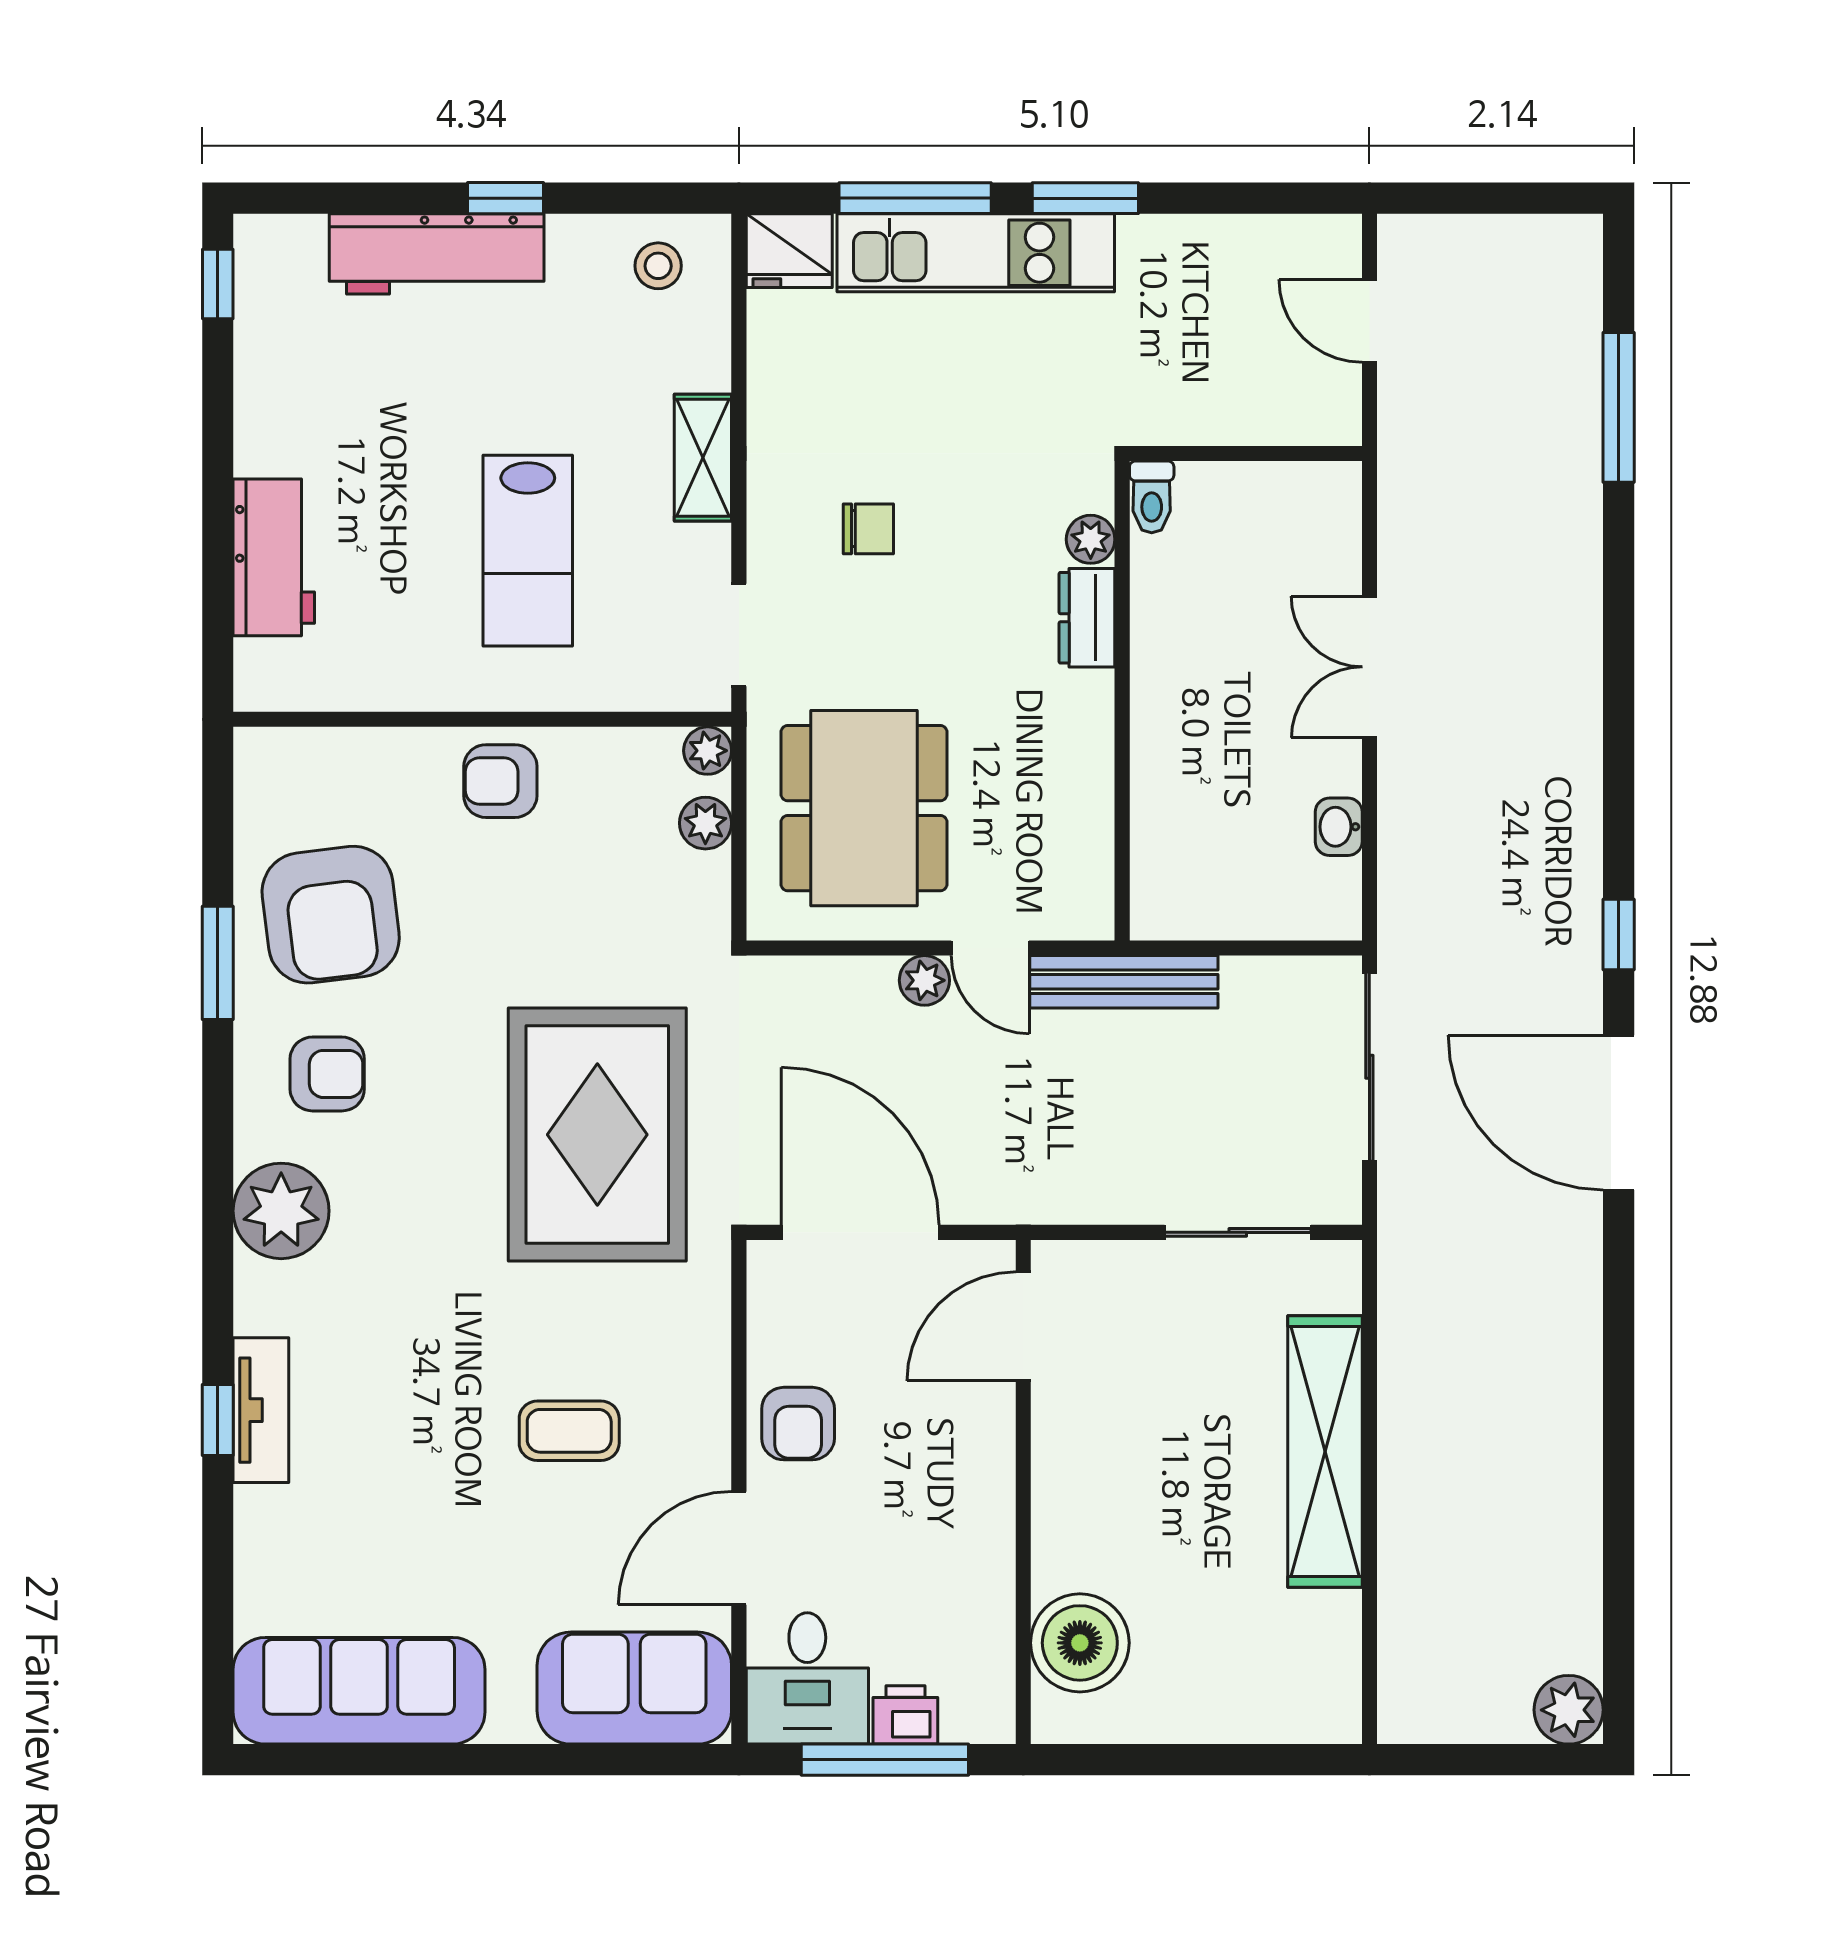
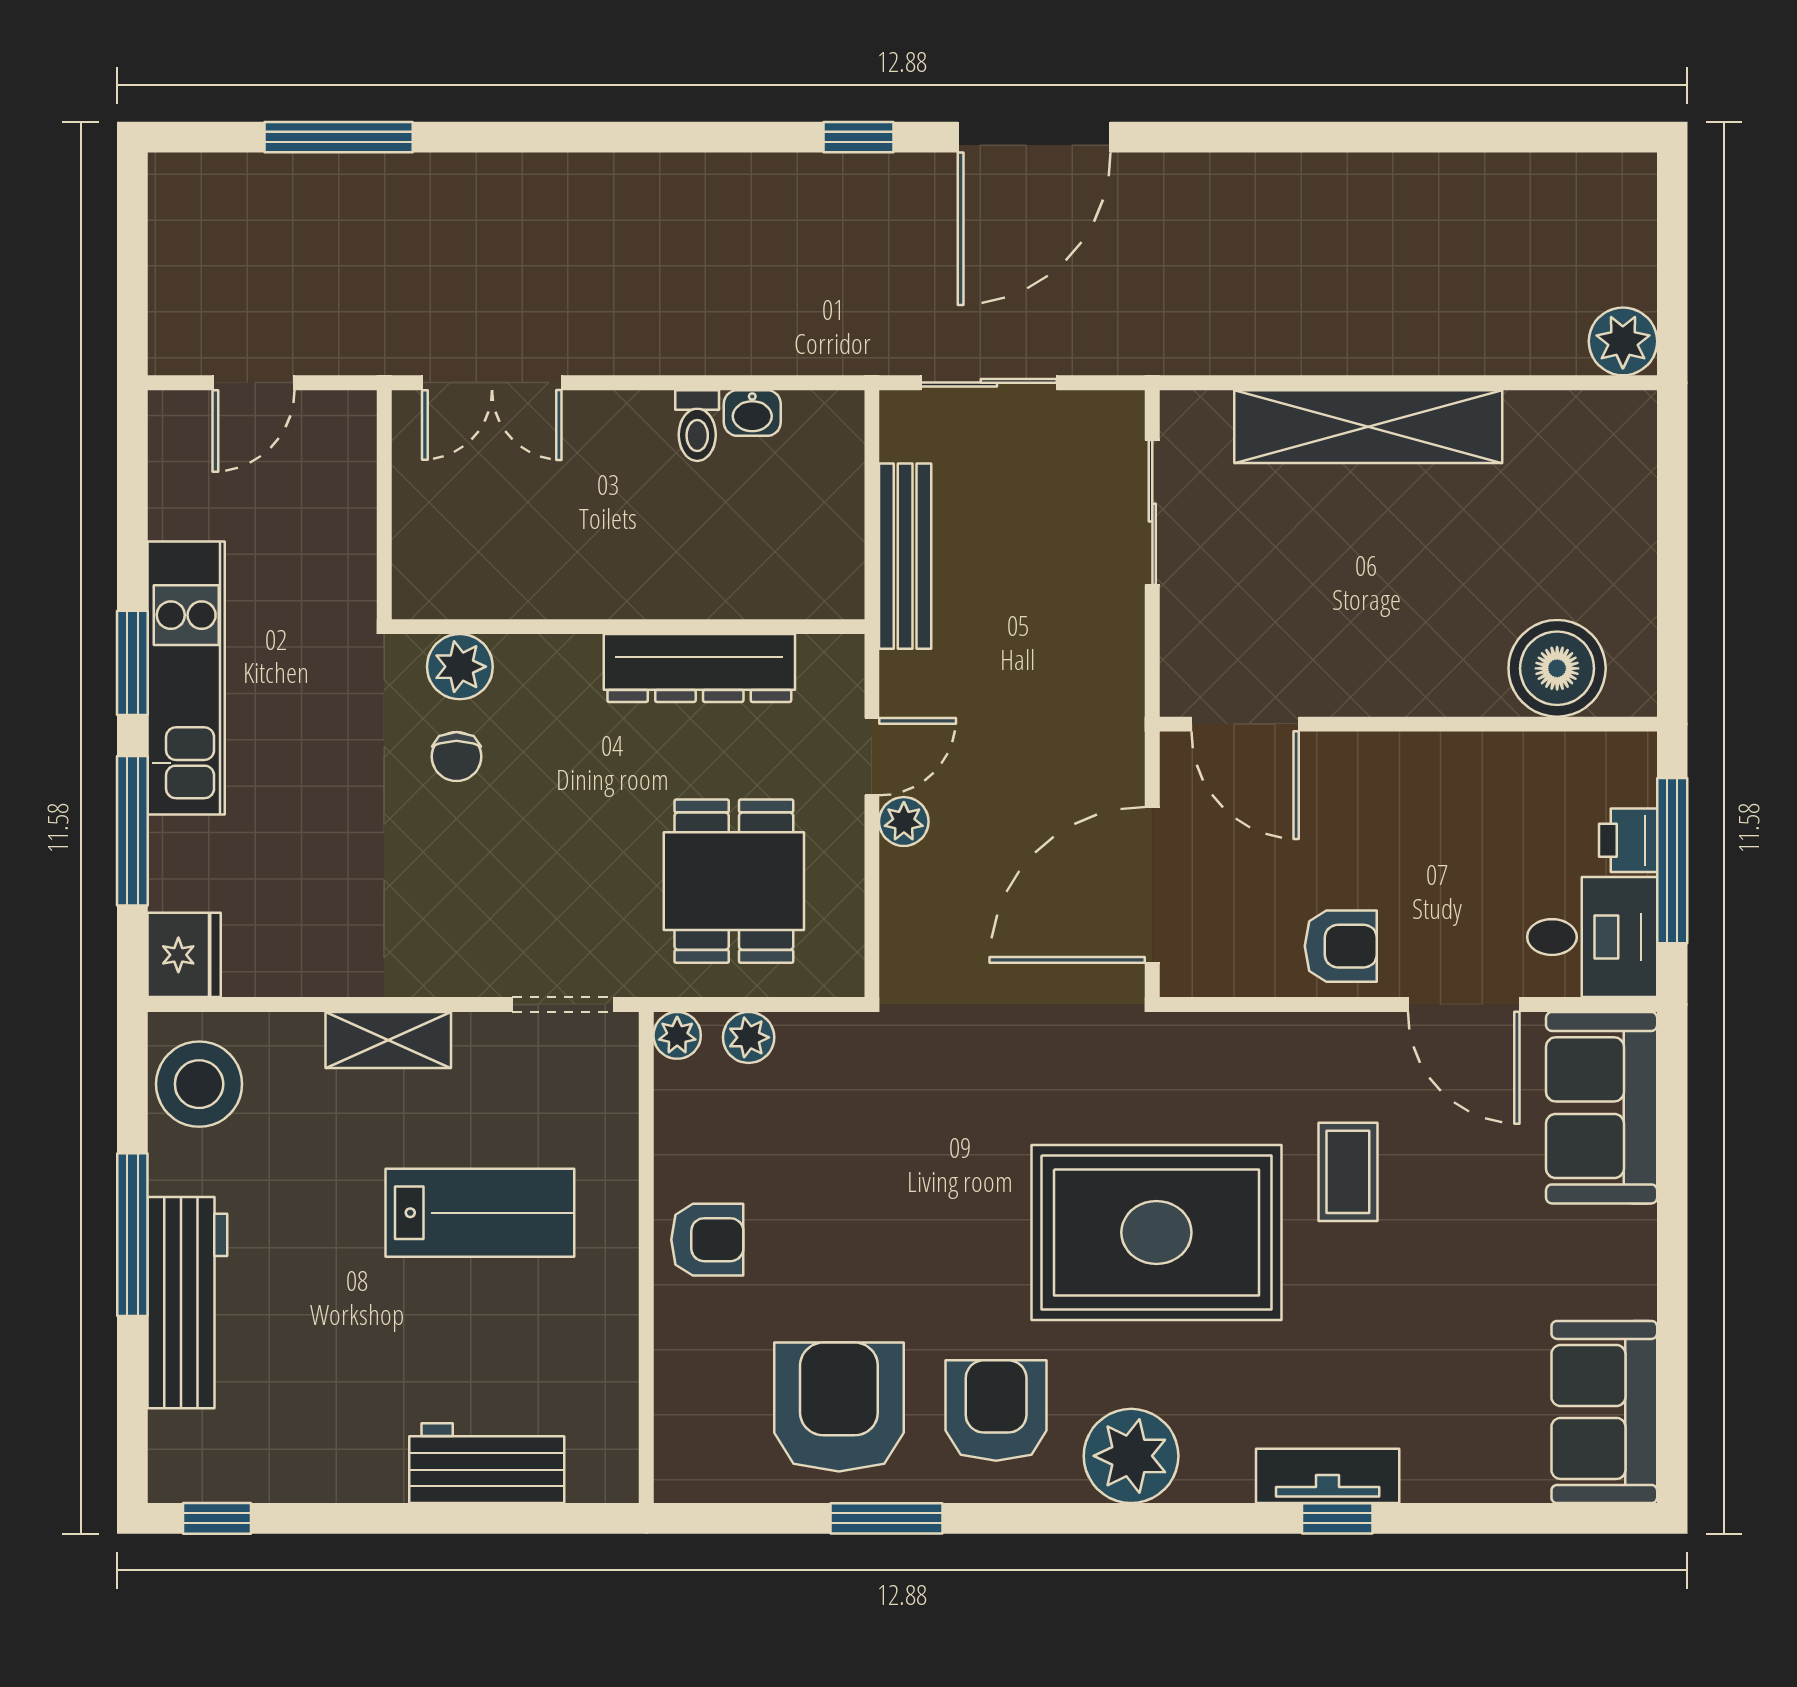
window: (506, 198) -> (132, 1235), width x2.17
kitchen unit: (976, 253) -> (186, 678), moved
stool: (658, 266) -> (199, 1084), width x1.89, depth x1.89
toilet: (1152, 497) -> (697, 426), moved, turned 90
chair: (868, 529) -> (456, 757), moved, turned 180
plant: (1091, 539) -> (460, 667), width x1.38, depth x1.38
dresser: (1087, 618) -> (699, 668), moved, width x1.96, depth x1.24
double door: (1369, 667) -> (492, 383), moved
armchair: (500, 781) -> (707, 1240), turned -90
dining table: (864, 808) -> (734, 881), width x0.73
armchair: (331, 915) -> (839, 1407), turned -83
bench: (1124, 982) -> (905, 556), moved
sliding door: (1369, 1067) -> (989, 383), width x0.73
armchair: (327, 1074) -> (996, 1411), width x1.38, depth x1.38
rug: (597, 1135) -> (1156, 1232), moved
sofa: (359, 1691) -> (1604, 1412), width x0.73
plant: (1569, 1710) -> (1623, 341), moved

